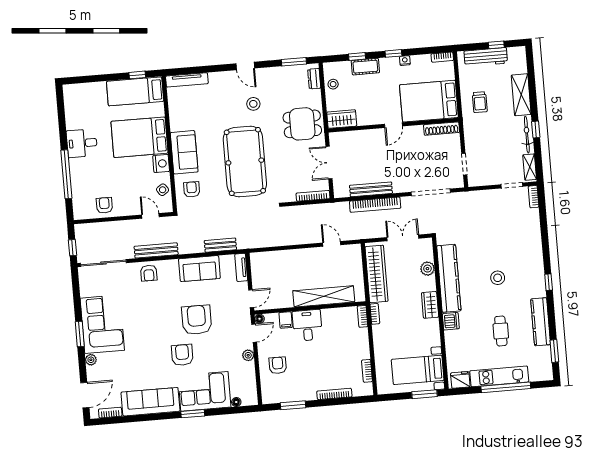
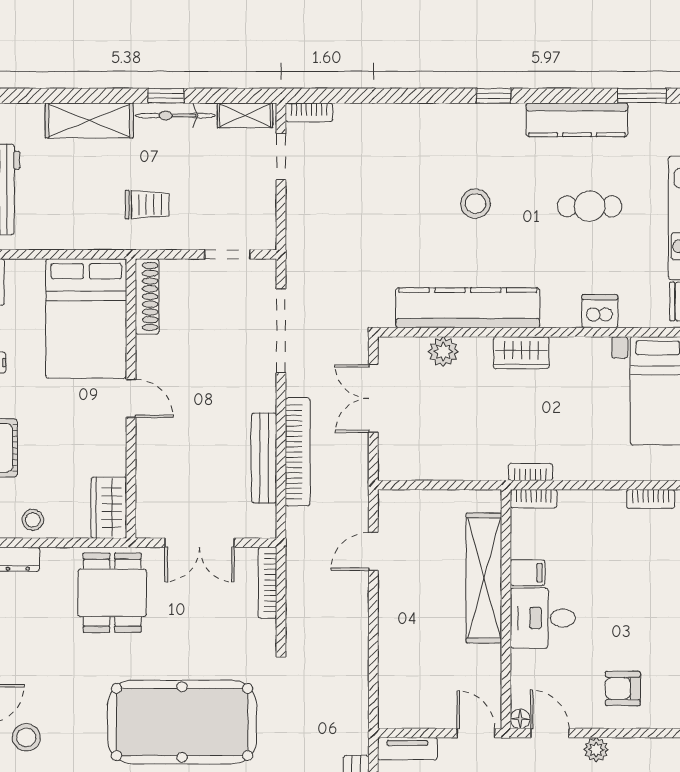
trolley: (480, 102) -> (147, 205), moved
stool: (253, 104) -> (26, 737), moved
wardrobe: (377, 274) -> (446, 461), removed
filing cabinet: (286, 320) -> (528, 573), moved
dishwasher: (451, 321) -> (600, 311), moved

